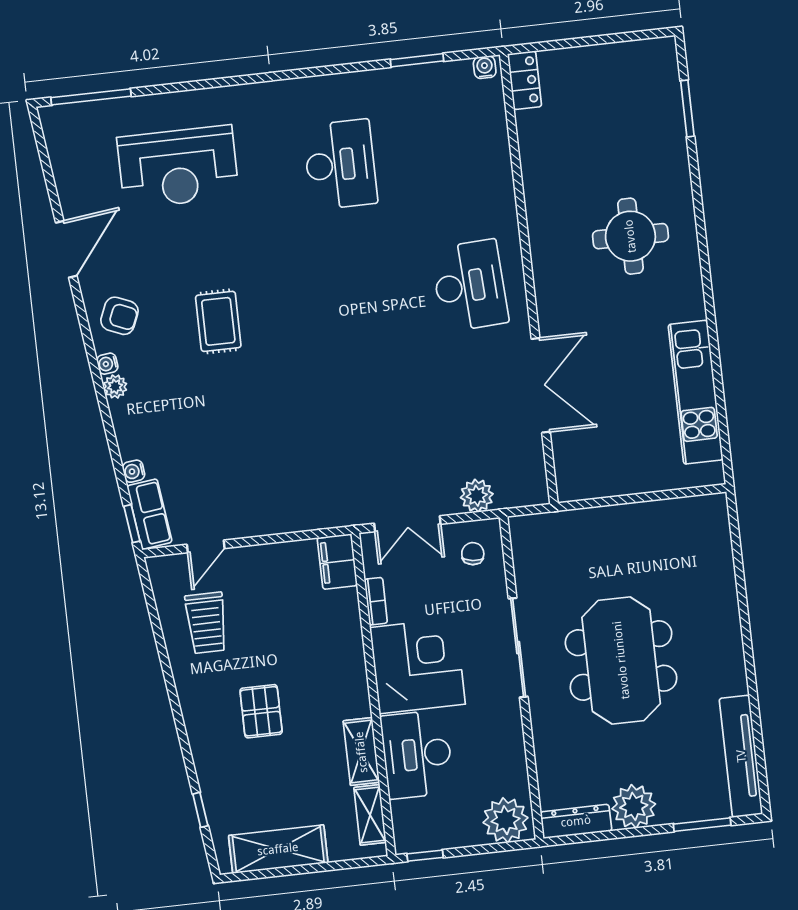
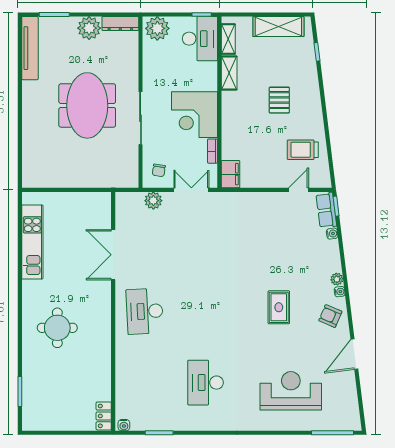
trolley: (206, 623) -> (303, 150), turned -90
desk: (417, 754) -> (200, 39), moved

